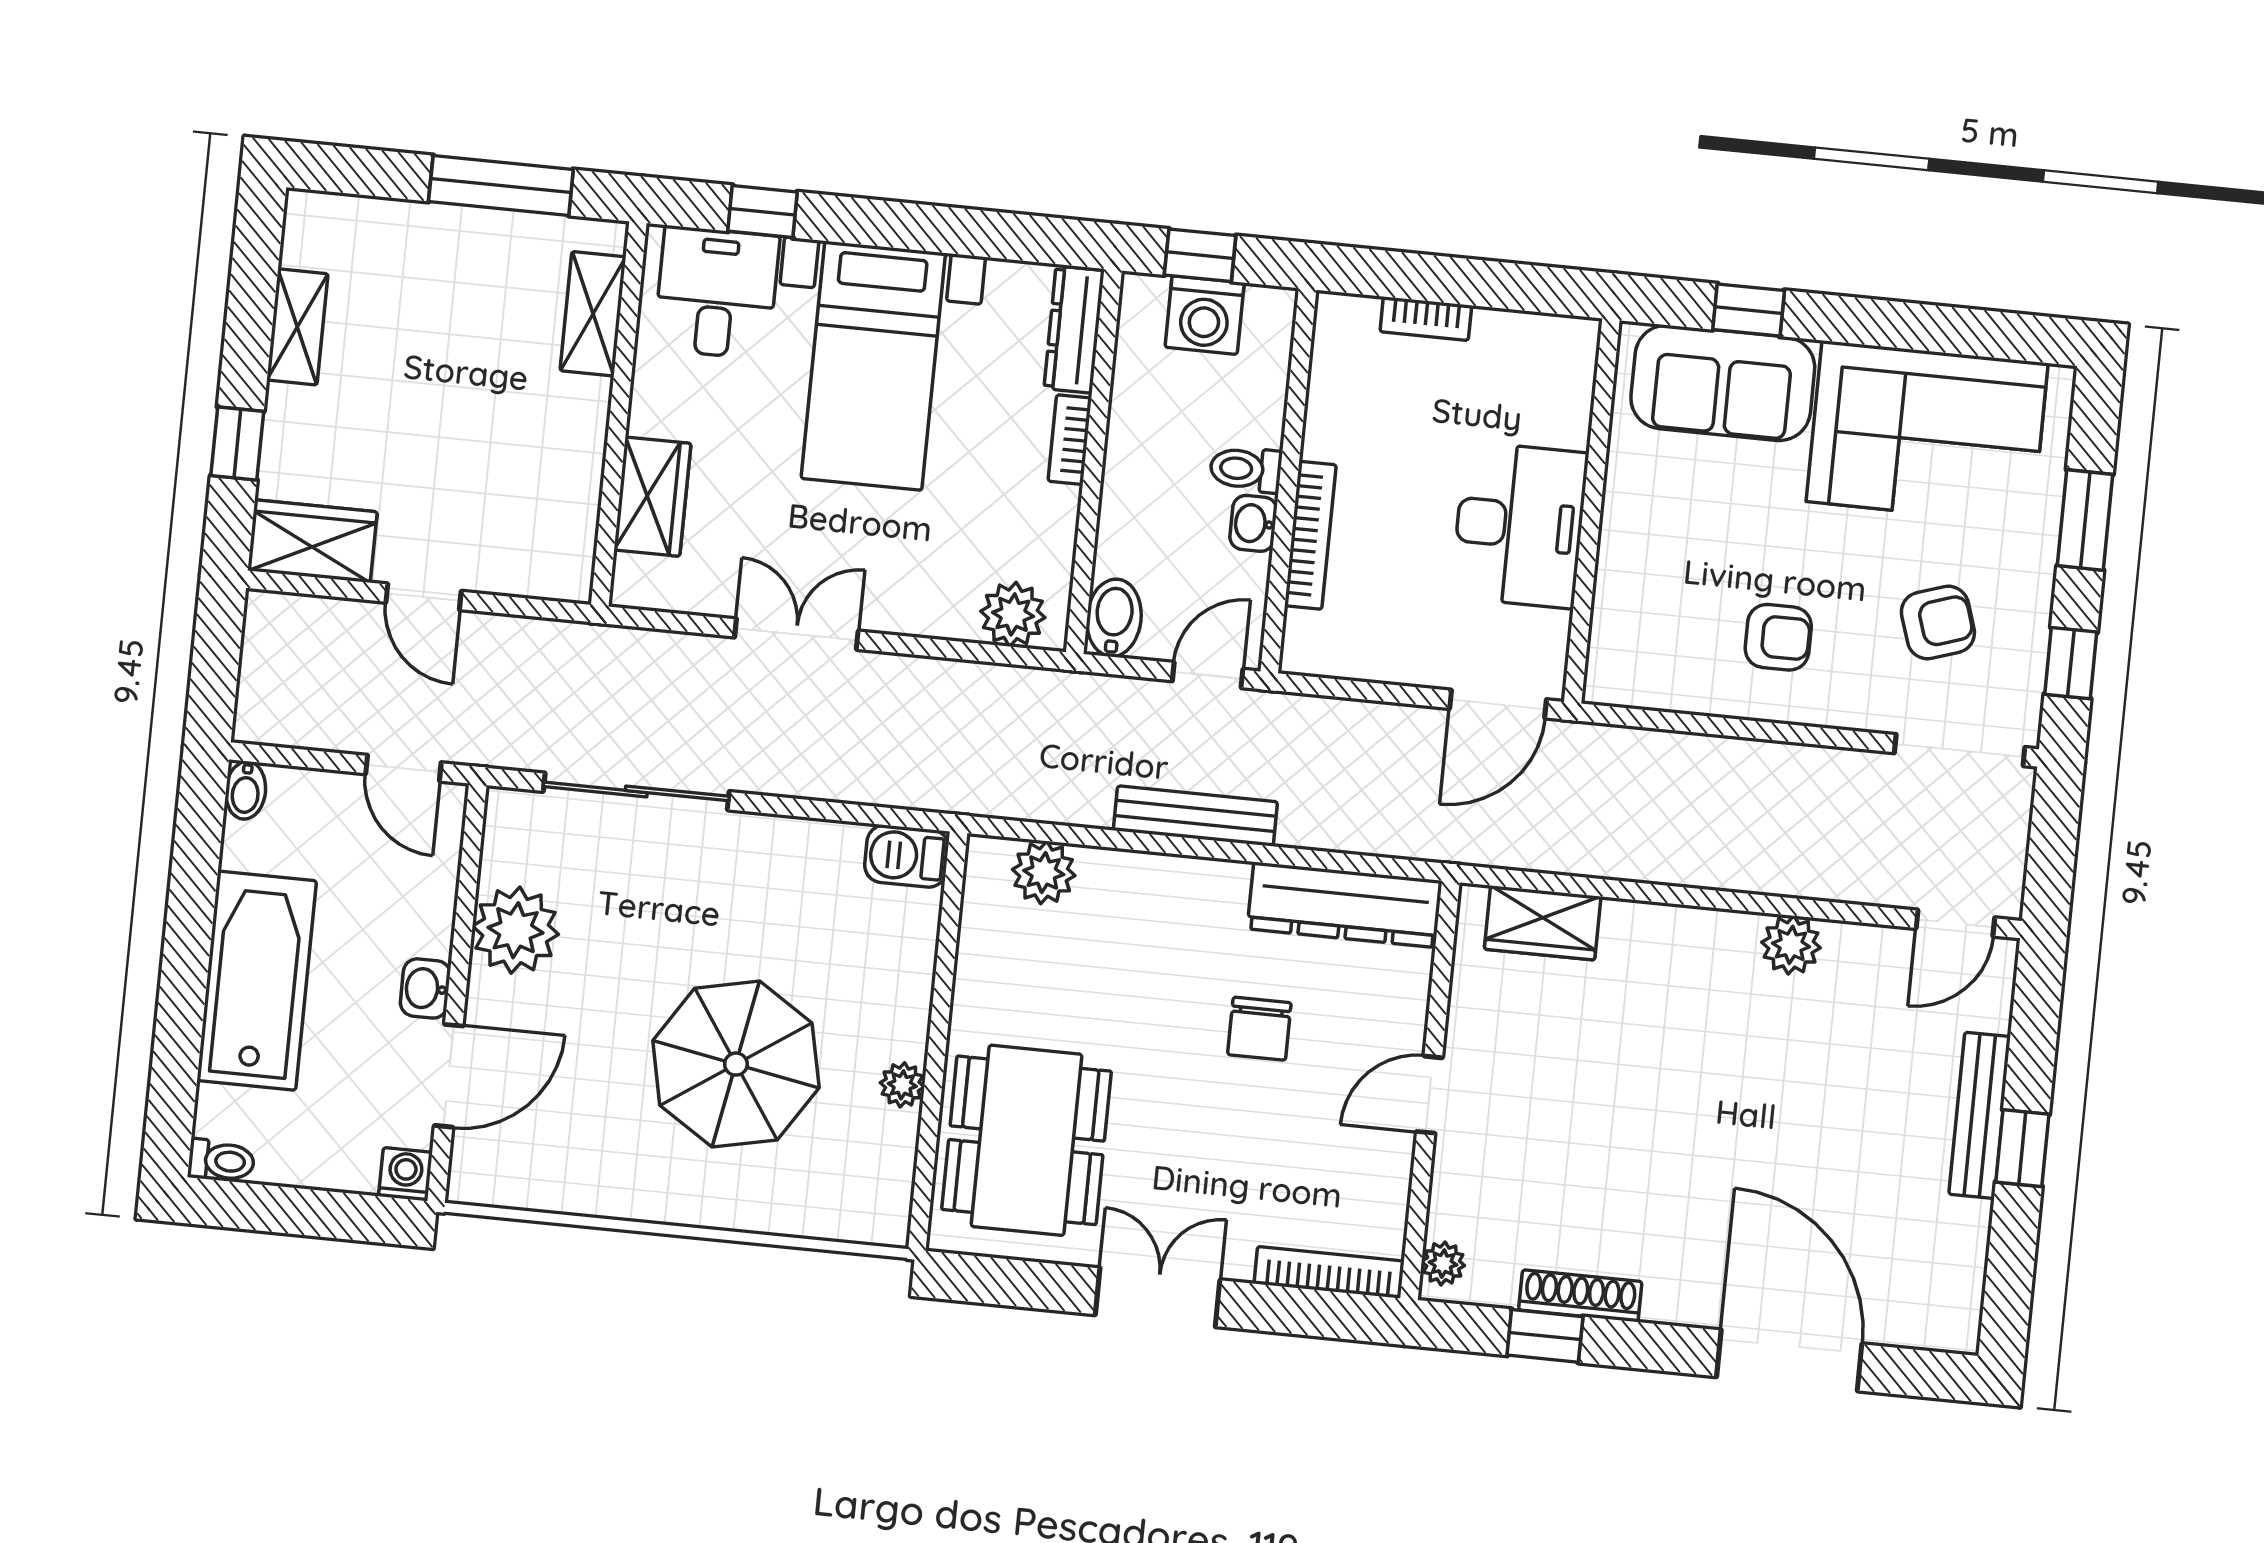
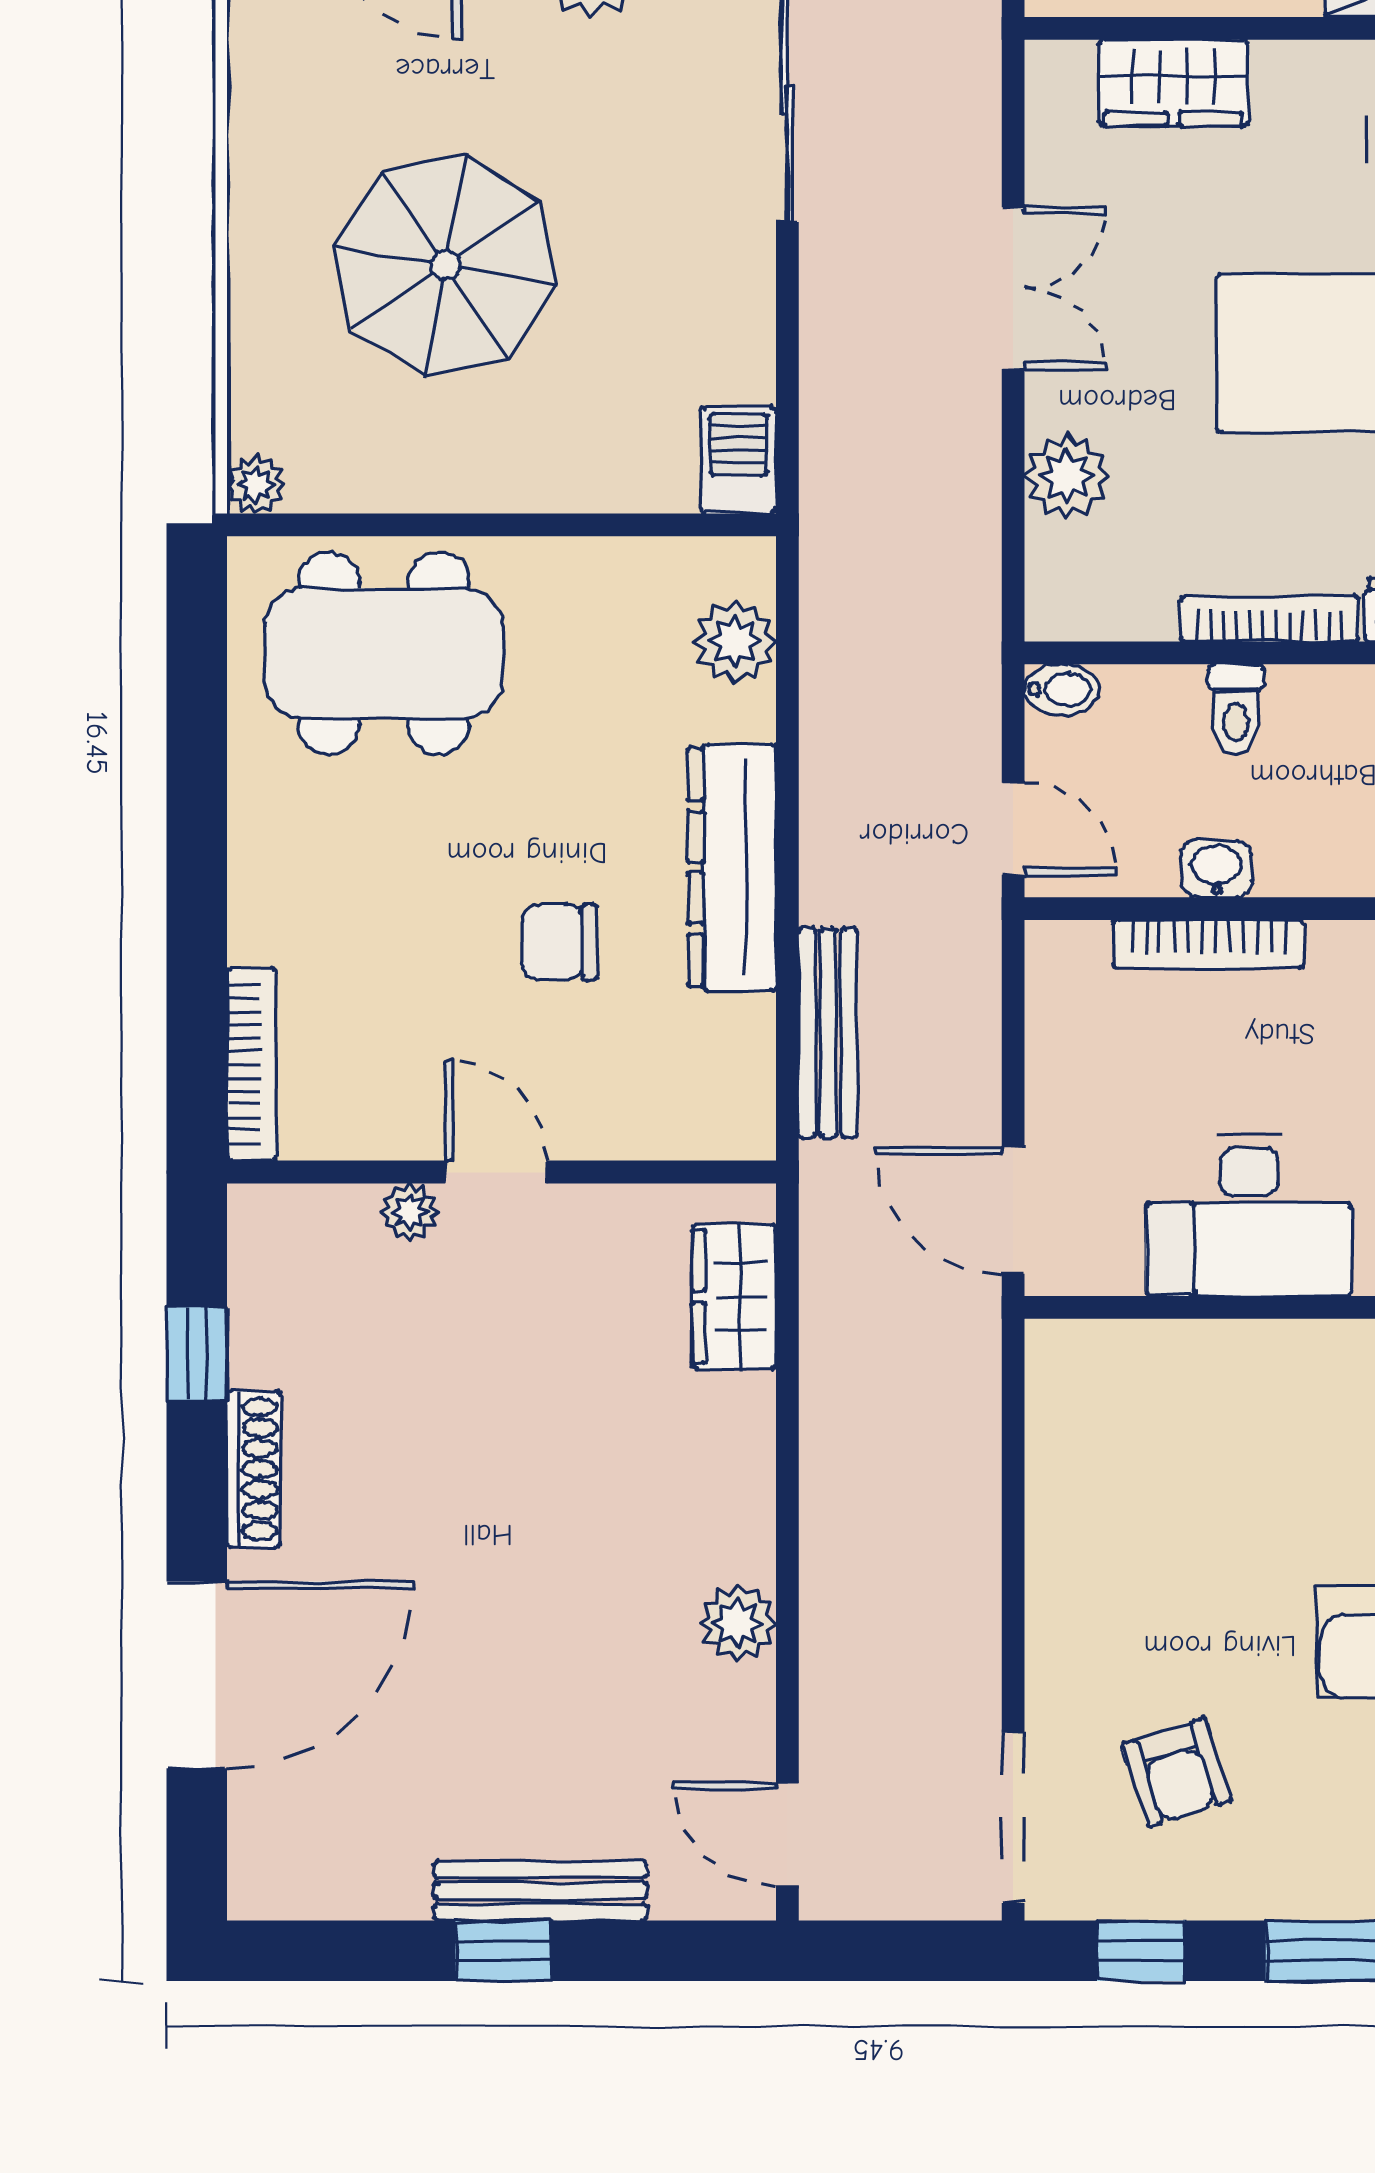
bookcase: (1070, 440) -> (1270, 619), width x1.56
toilet: (1246, 469) -> (1236, 710), moved, turned 180
plant: (1013, 614) -> (1067, 476), moved
bidet: (1114, 618) -> (1062, 690), width x0.72, depth x0.74
armchair: (1778, 637) -> (1137, 1567), removed
bench: (1195, 816) -> (828, 1033), moved
dresser: (1345, 905) -> (732, 867), moved
plant: (902, 1085) -> (256, 485), moved
plant: (1443, 1263) -> (410, 1212), moved
shoe rack: (1580, 1296) -> (253, 1469), moved
double door: (1158, 1297) -> (197, 845), removed

